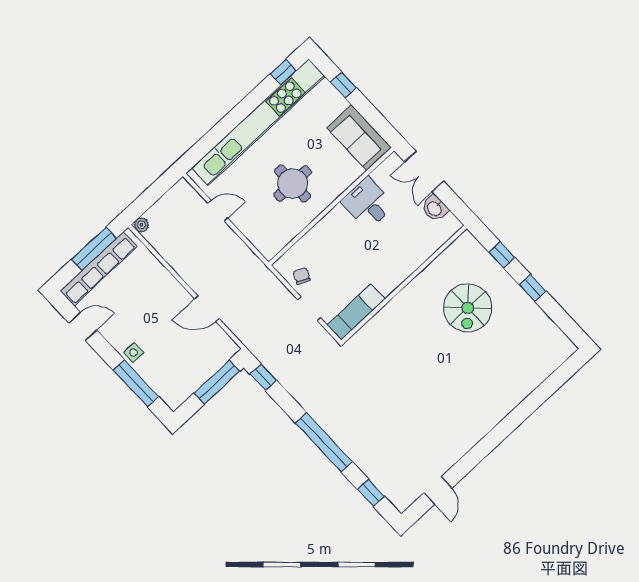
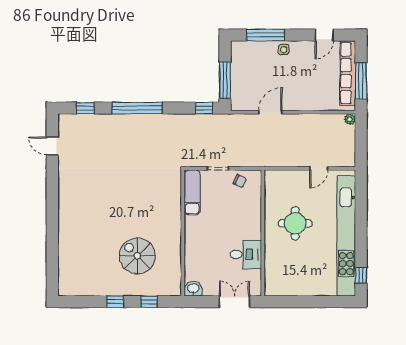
window: (343, 85) -> (323, 302), removed
sofa: (359, 138) -> (286, 283), removed
washbasin: (435, 208) -> (193, 289), moved

